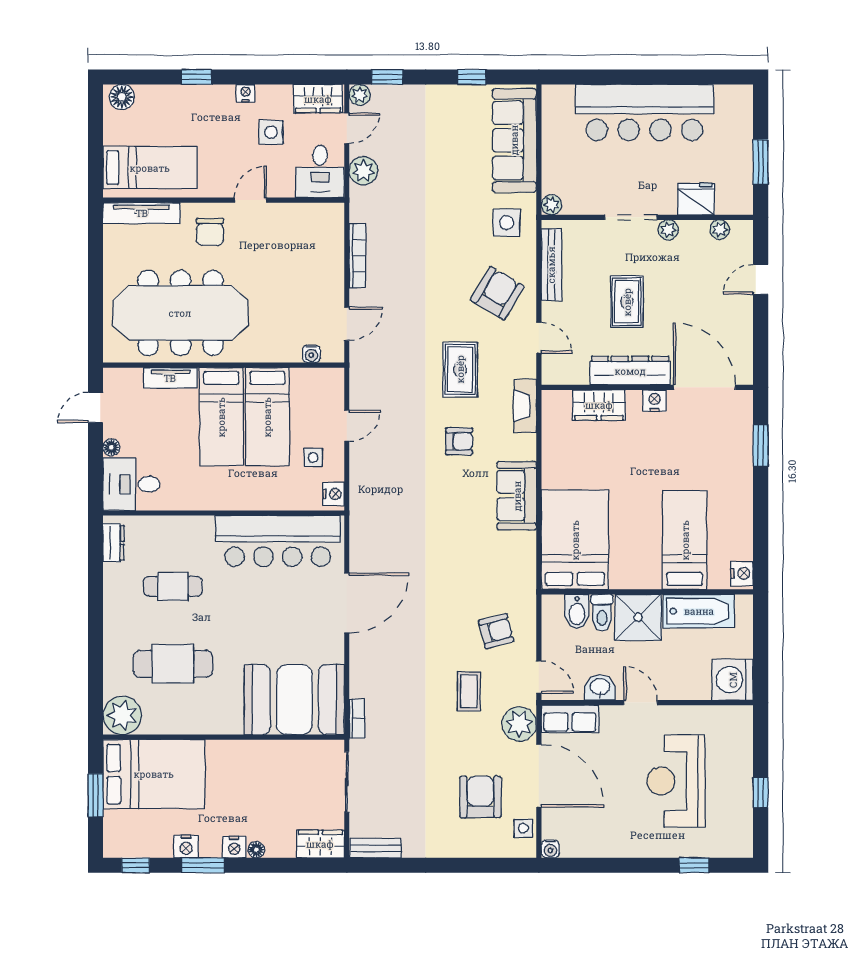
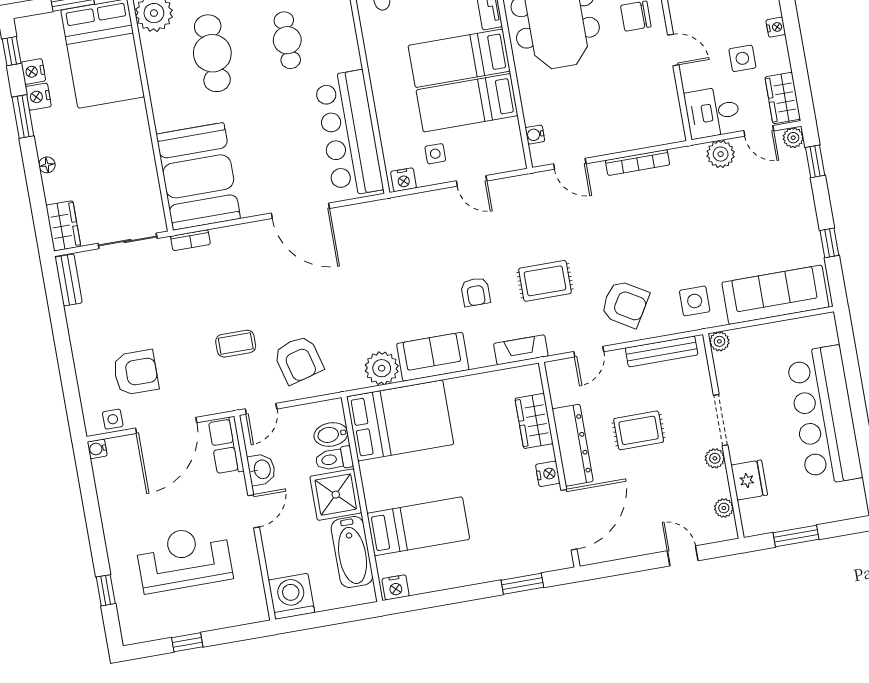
armchair: (496, 631) -> (298, 360), width x1.38, depth x1.38
plant: (519, 724) -> (382, 368), moved
nightstand: (234, 847) -> (33, 71), moved

